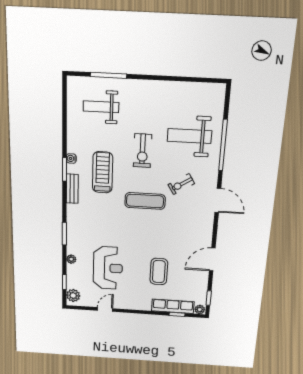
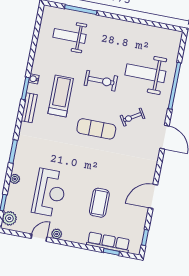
exercise bike: (142, 151) -> (101, 81), turned -90
plant: (200, 310) -> (57, 234), moved

